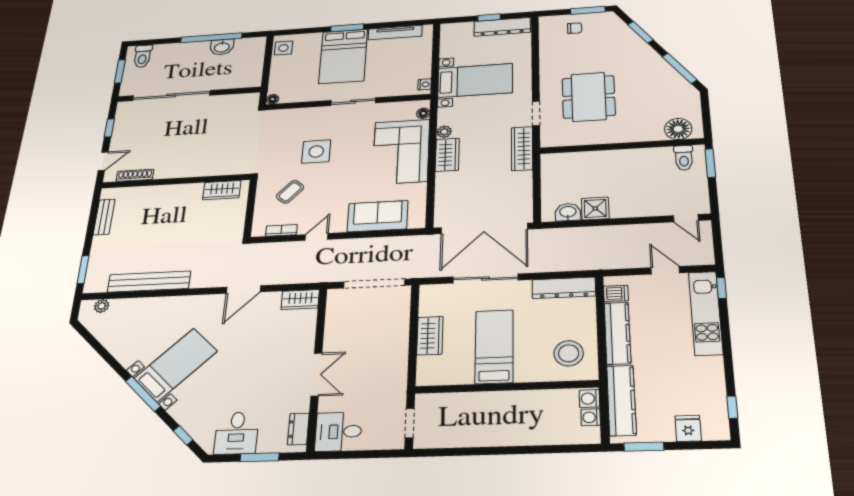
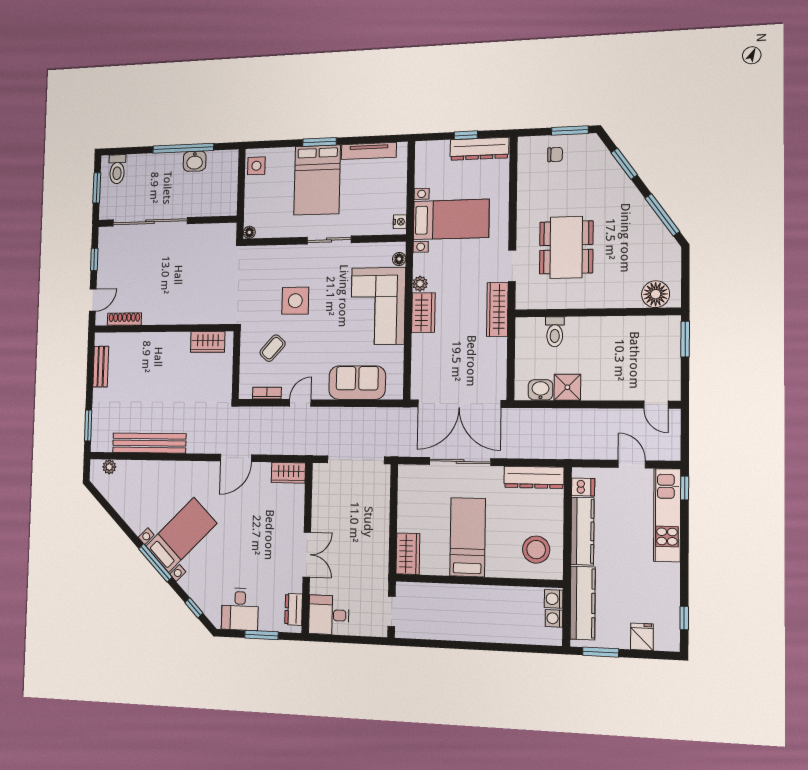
toilet: (684, 158) -> (555, 332), moved
wardrobe: (430, 336) -> (408, 554), moved

